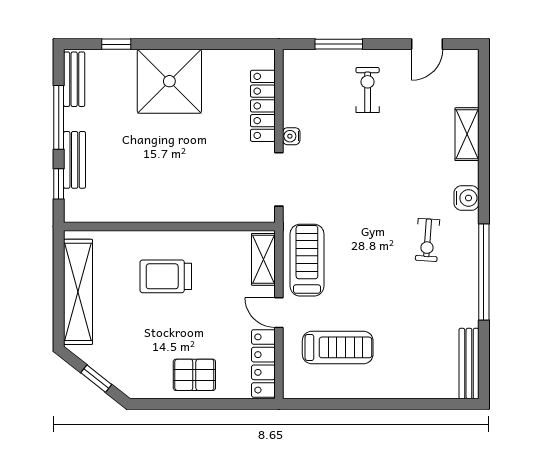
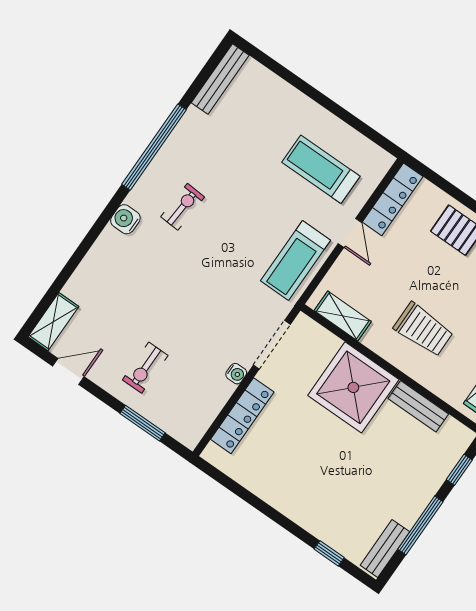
shower: (169, 81) -> (353, 387), moved
shelving: (467, 134) -> (53, 322), moved
bench: (75, 160) -> (418, 406), moved, turned 90
shelving: (263, 259) -> (343, 316), moved, turned 90

